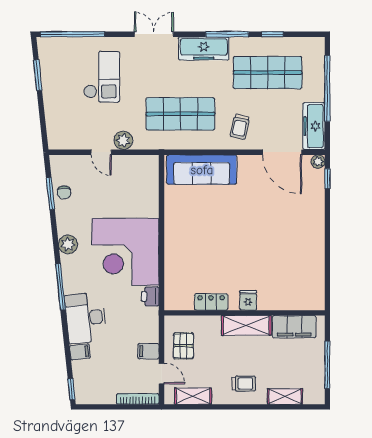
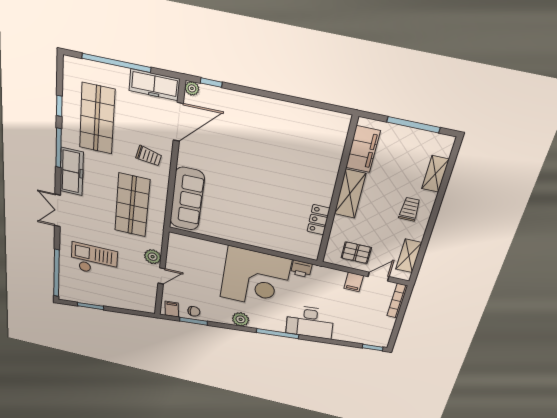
fridge: (248, 300) -> (325, 186), removed
filing cabinet: (80, 352) -> (172, 309), moved

